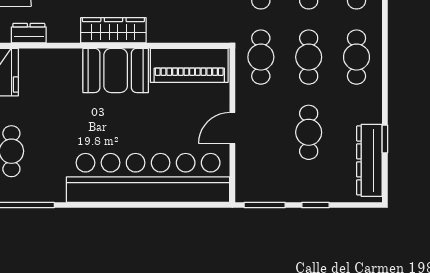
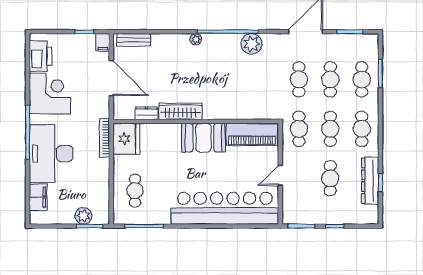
wardrobe: (113, 30) -> (181, 111), moved
dresser: (369, 160) -> (370, 181), moved

